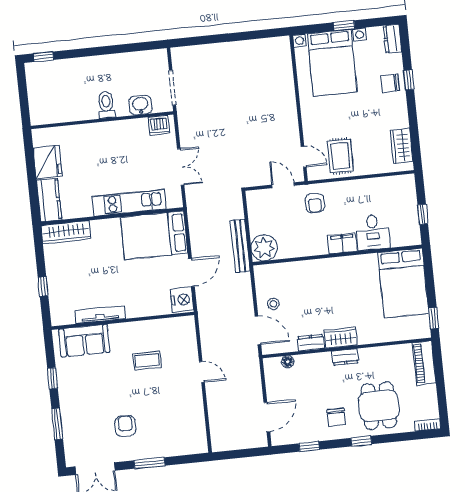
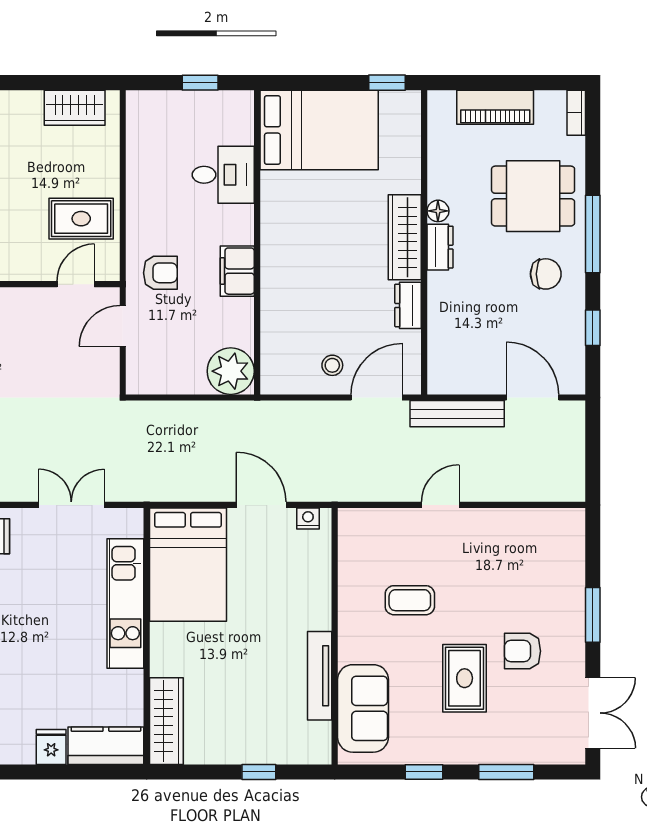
fridge: (48, 162) -> (51, 747), width x0.53, depth x0.75
filing cabinet: (342, 243) -> (237, 271), moved
bench: (240, 246) -> (457, 414), moved
nightstand: (182, 300) -> (308, 518), width x0.53, depth x0.56
wardrobe: (341, 338) -> (405, 237), width x1.50
coffee table: (147, 360) -> (410, 600), turned 90
floor lamp: (288, 362) -> (438, 211), moved
piano: (424, 363) -> (495, 107), moved
rug: (107, 395) -> (465, 678), added
window: (361, 441) -> (593, 234), width x2.17

